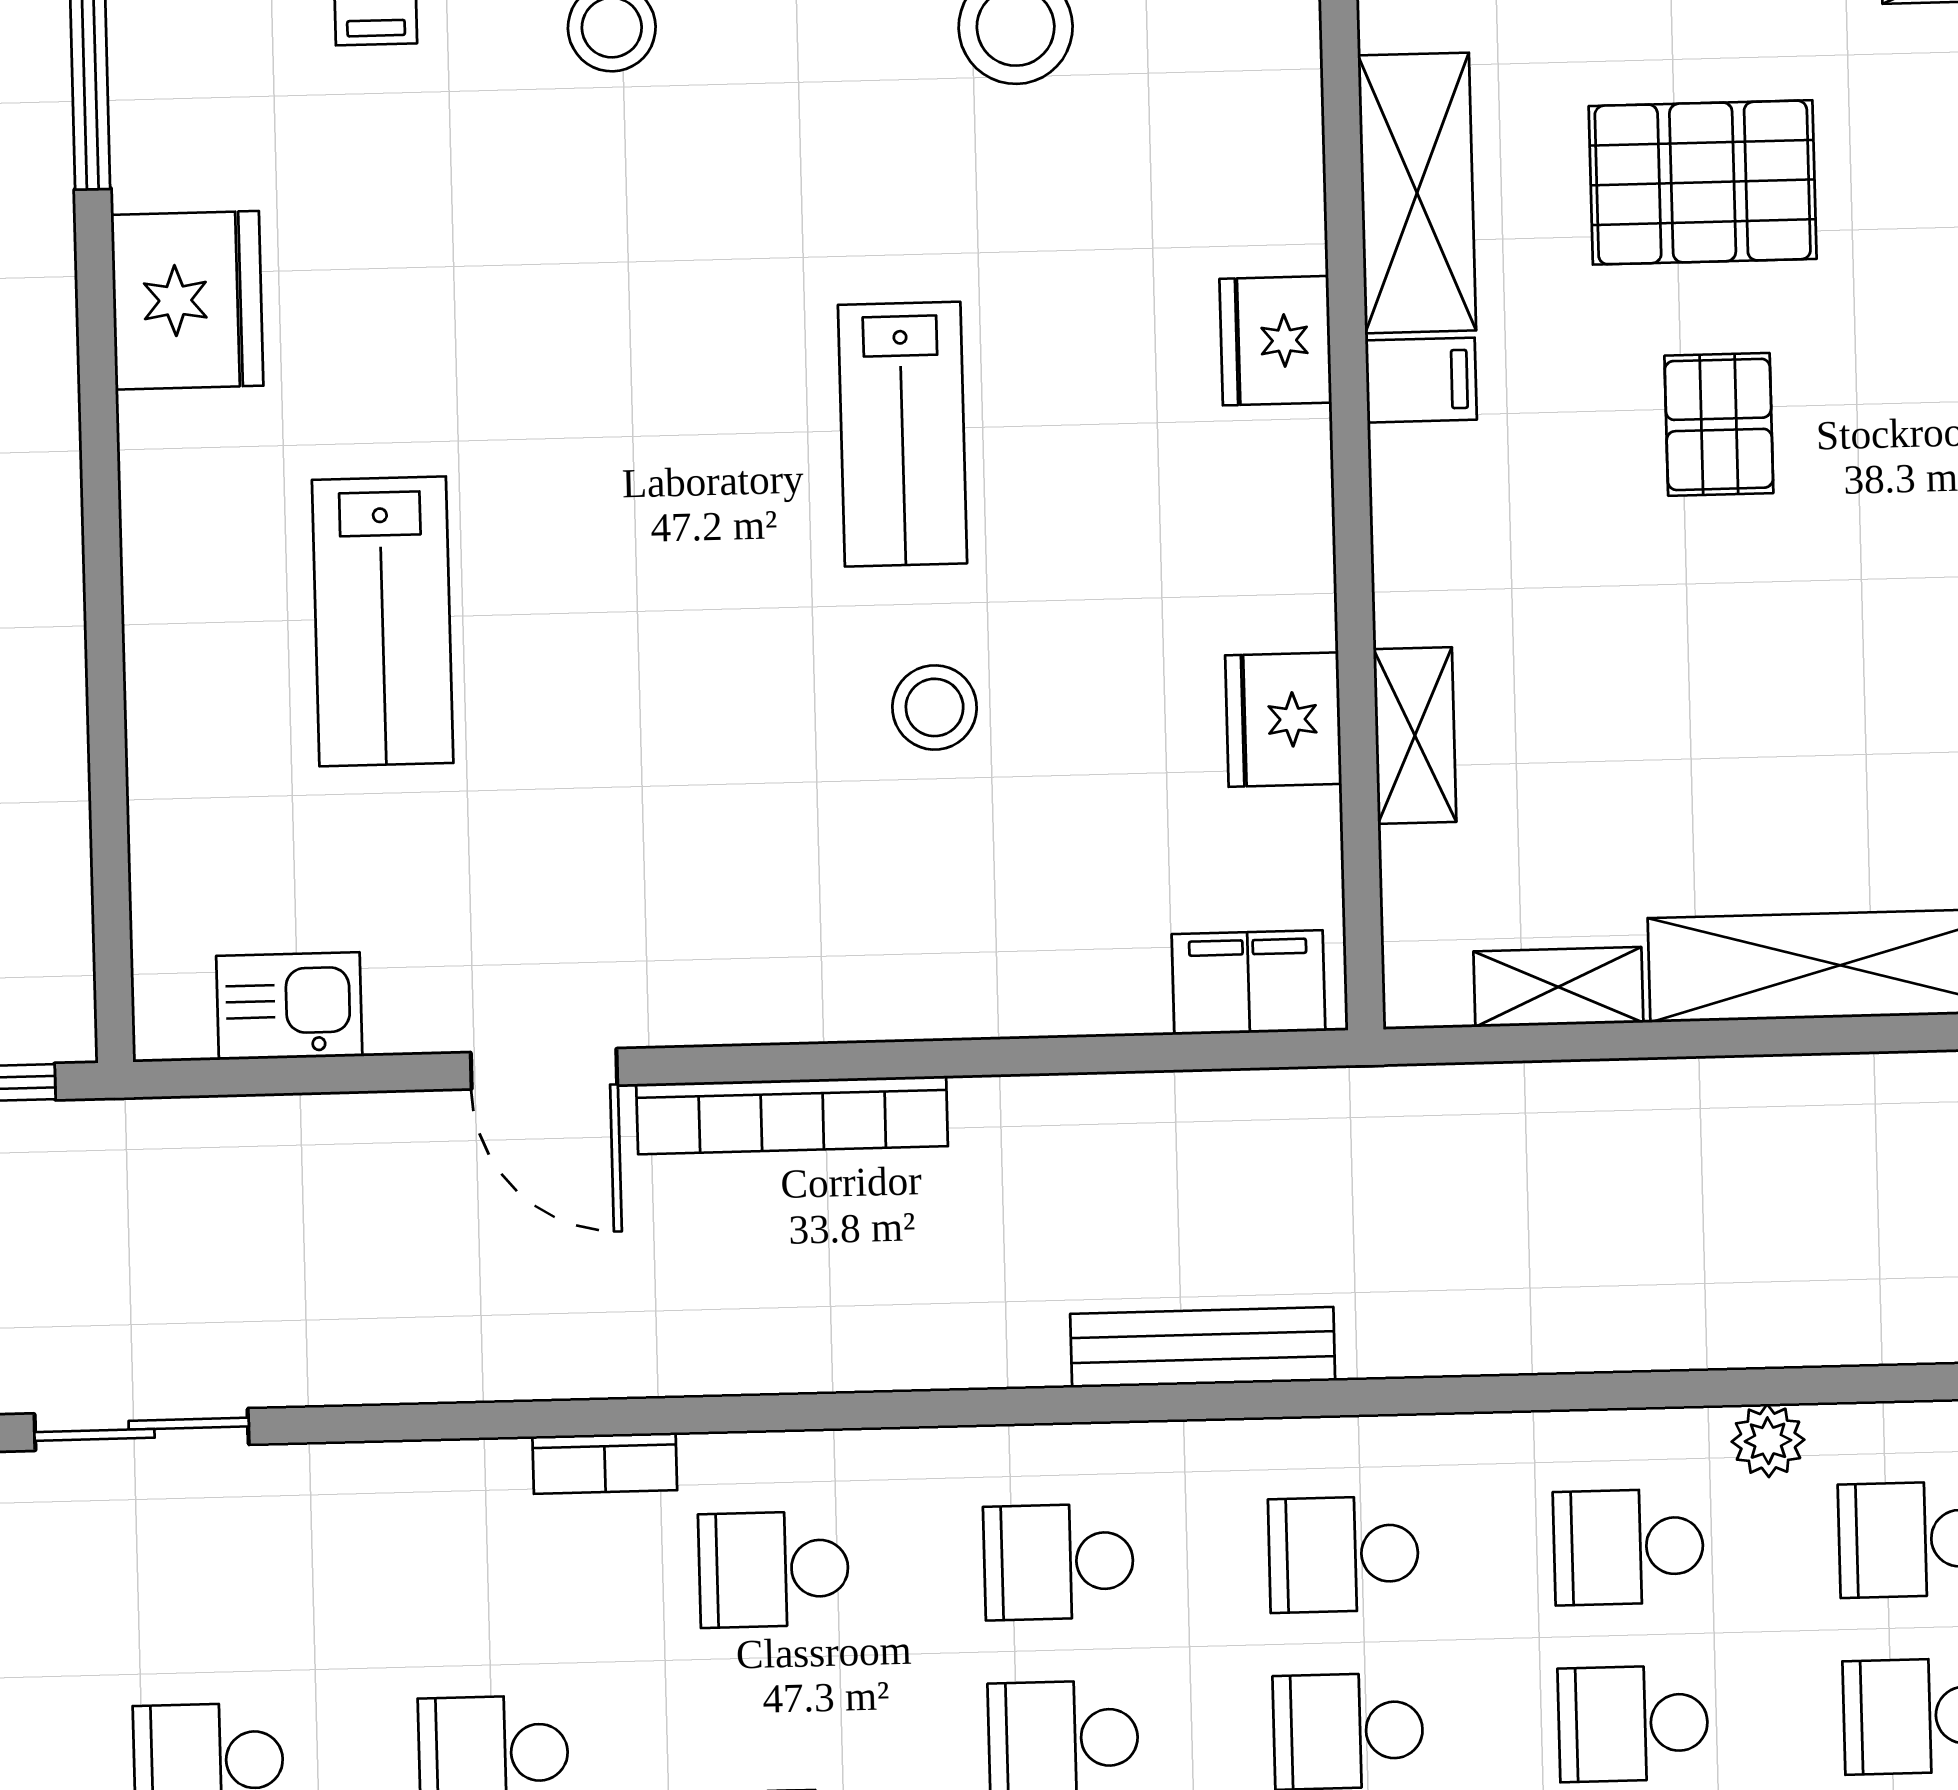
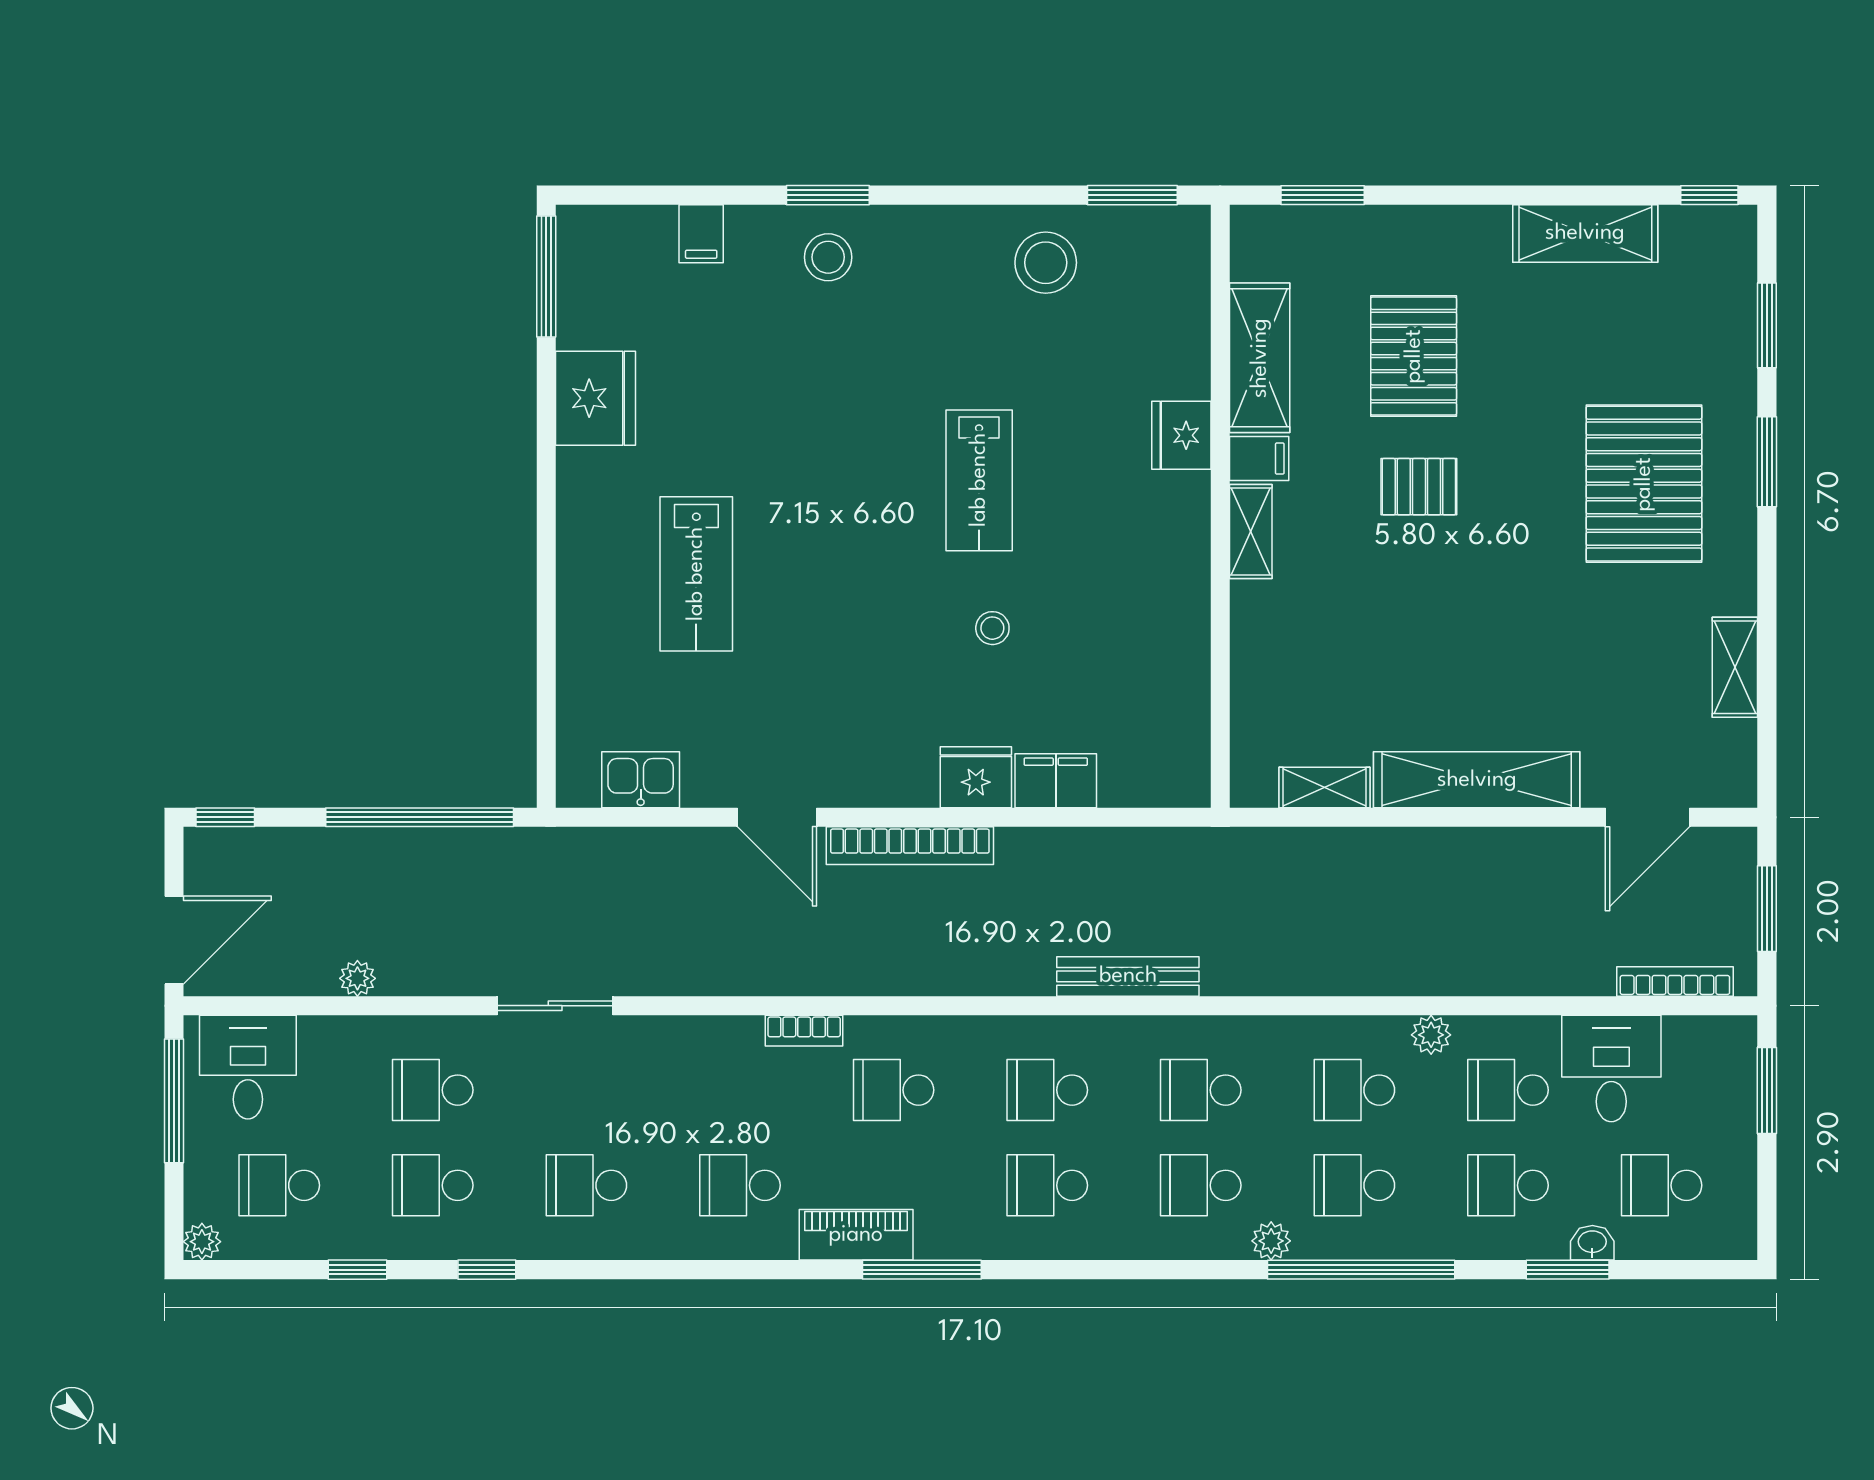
pallet: (1703, 182) -> (1414, 356), turned 90
pallet: (1719, 424) -> (1419, 487), turned 90
stool: (935, 707) -> (992, 628), width x0.73, depth x0.73
fridge: (1283, 720) -> (976, 777), moved, turned 90
shelving: (1415, 736) -> (1251, 532), moved
filing cabinet: (1249, 982) -> (1056, 781), moved

